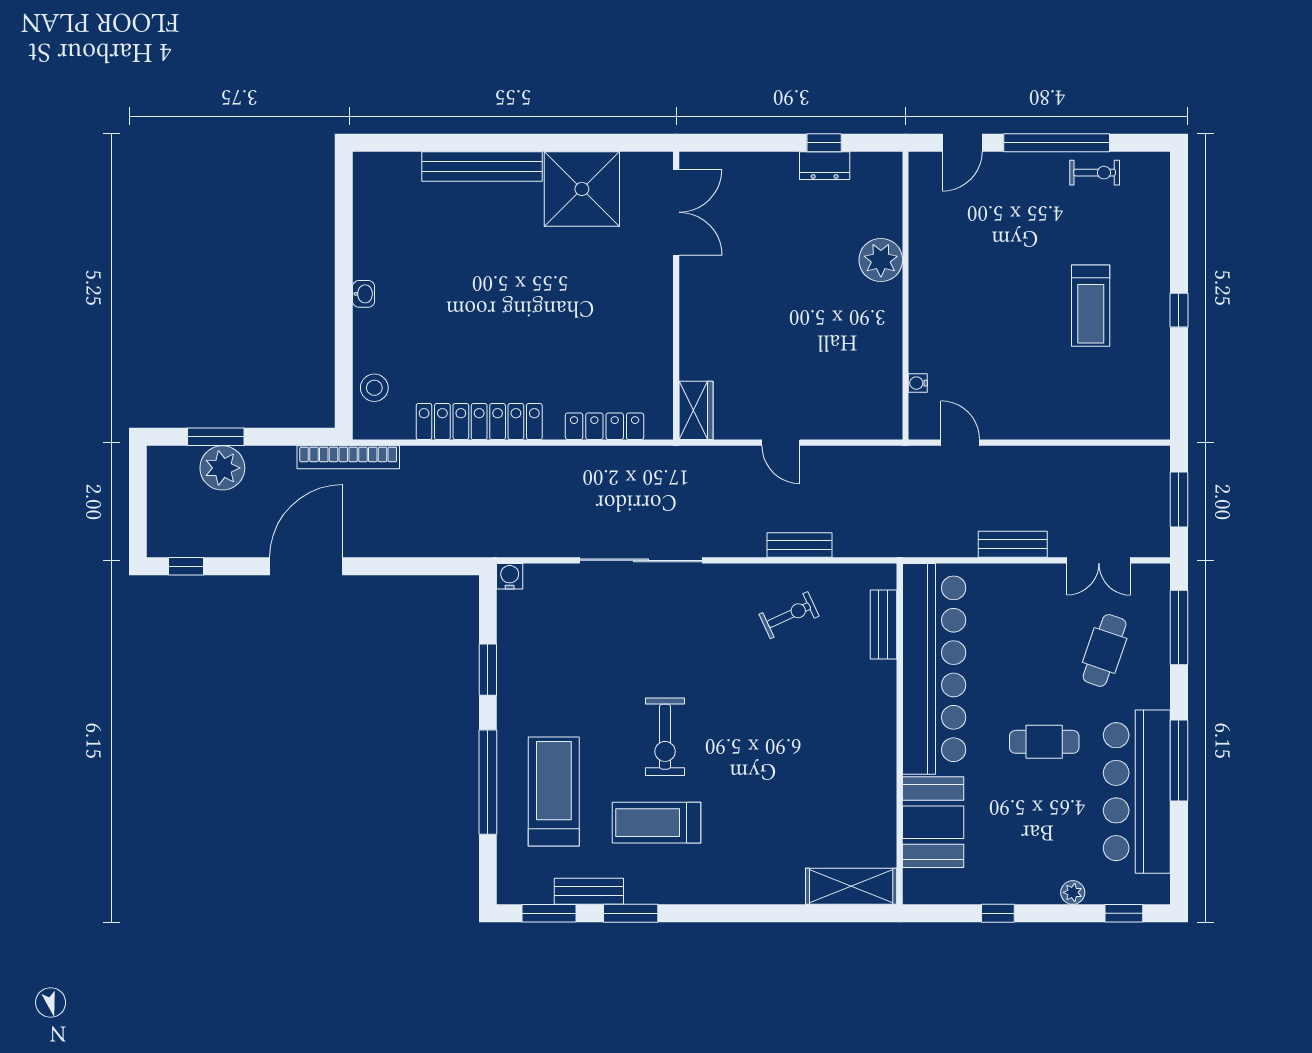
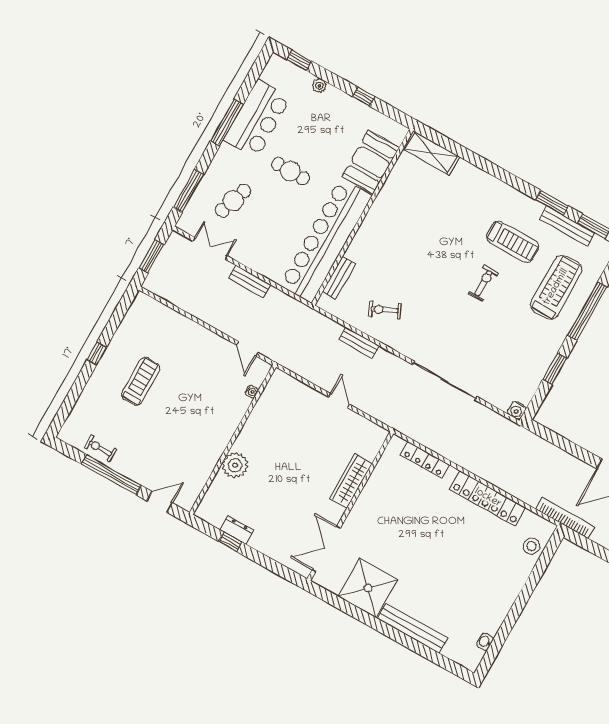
washbasin: (364, 294) -> (485, 642), moved
wardrobe: (696, 410) -> (351, 481), moved, width x1.50
exercise bike: (665, 737) -> (483, 283), width x0.73, depth x0.72
treadmill: (554, 792) -> (556, 287), turned 180
bar counter: (1137, 792) -> (257, 119), width x0.73
bench: (589, 891) -> (567, 226), width x1.36

